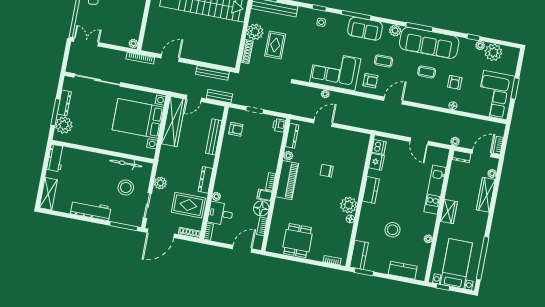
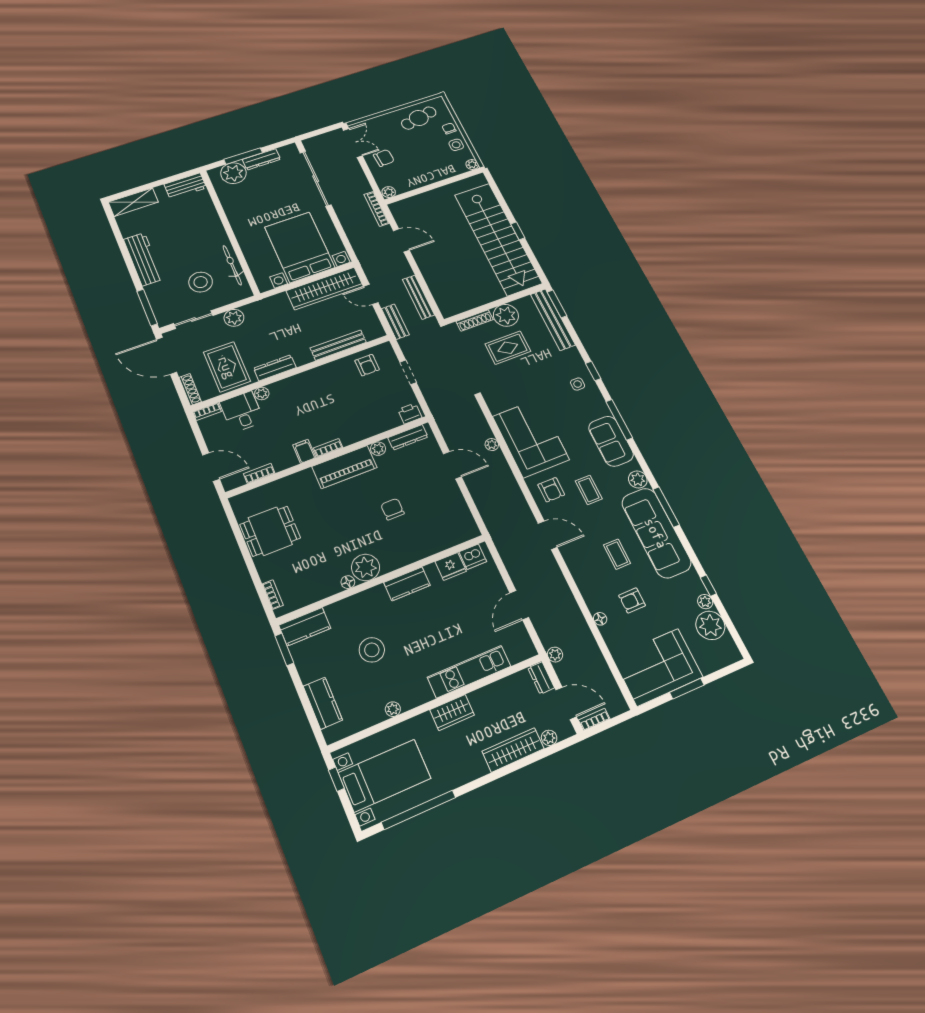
chair: (108, 31) -> (384, 158), added
floor lamp: (261, 208) -> (283, 458), removed

